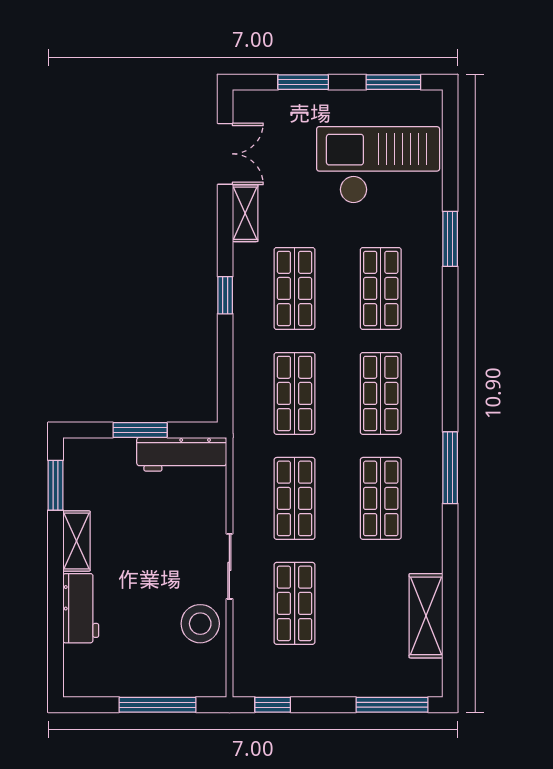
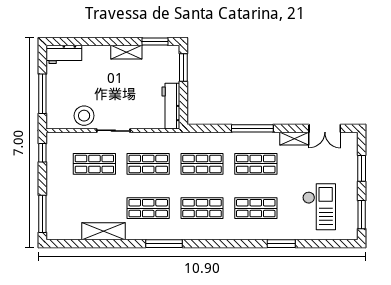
checkout: (378, 165) -> (319, 207), width x0.73, depth x0.83
window: (225, 295) -> (252, 128), width x2.17
window: (140, 430) -> (183, 68), moved
workbench: (81, 608) -> (64, 54), moved
shelving: (426, 616) -> (104, 231), moved

